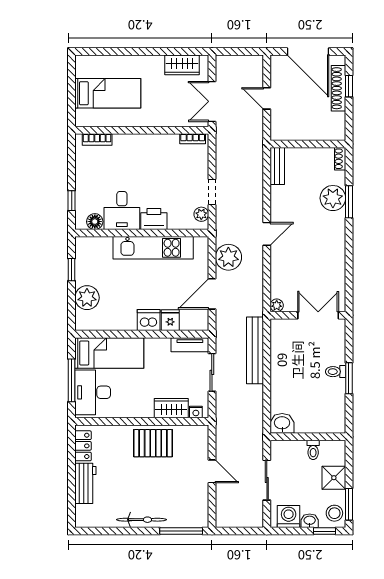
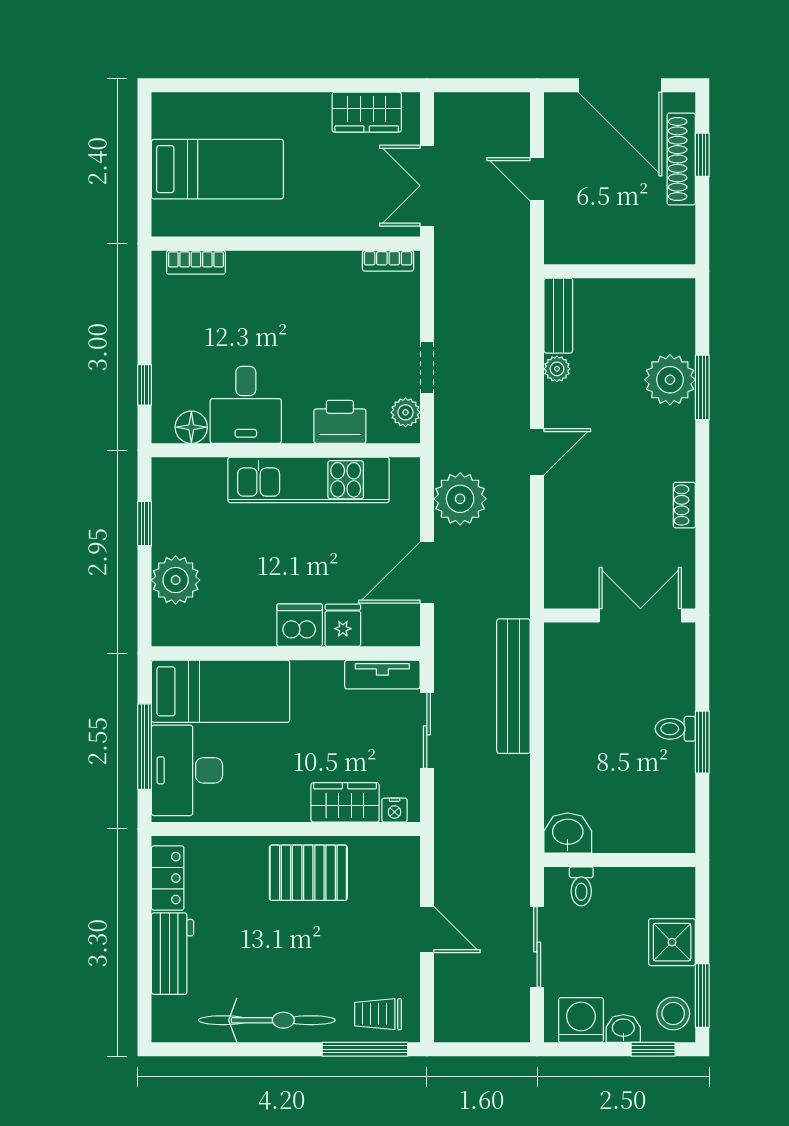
shoe rack: (340, 159) -> (684, 505), moved
printer: (154, 219) -> (340, 422), moved
plant: (277, 305) -> (557, 369), moved
toilet: (313, 450) -> (581, 886), moved
trolley: (188, 514) -> (378, 1014), added
bicycle: (141, 520) -> (267, 1020), width x1.37, depth x1.40

